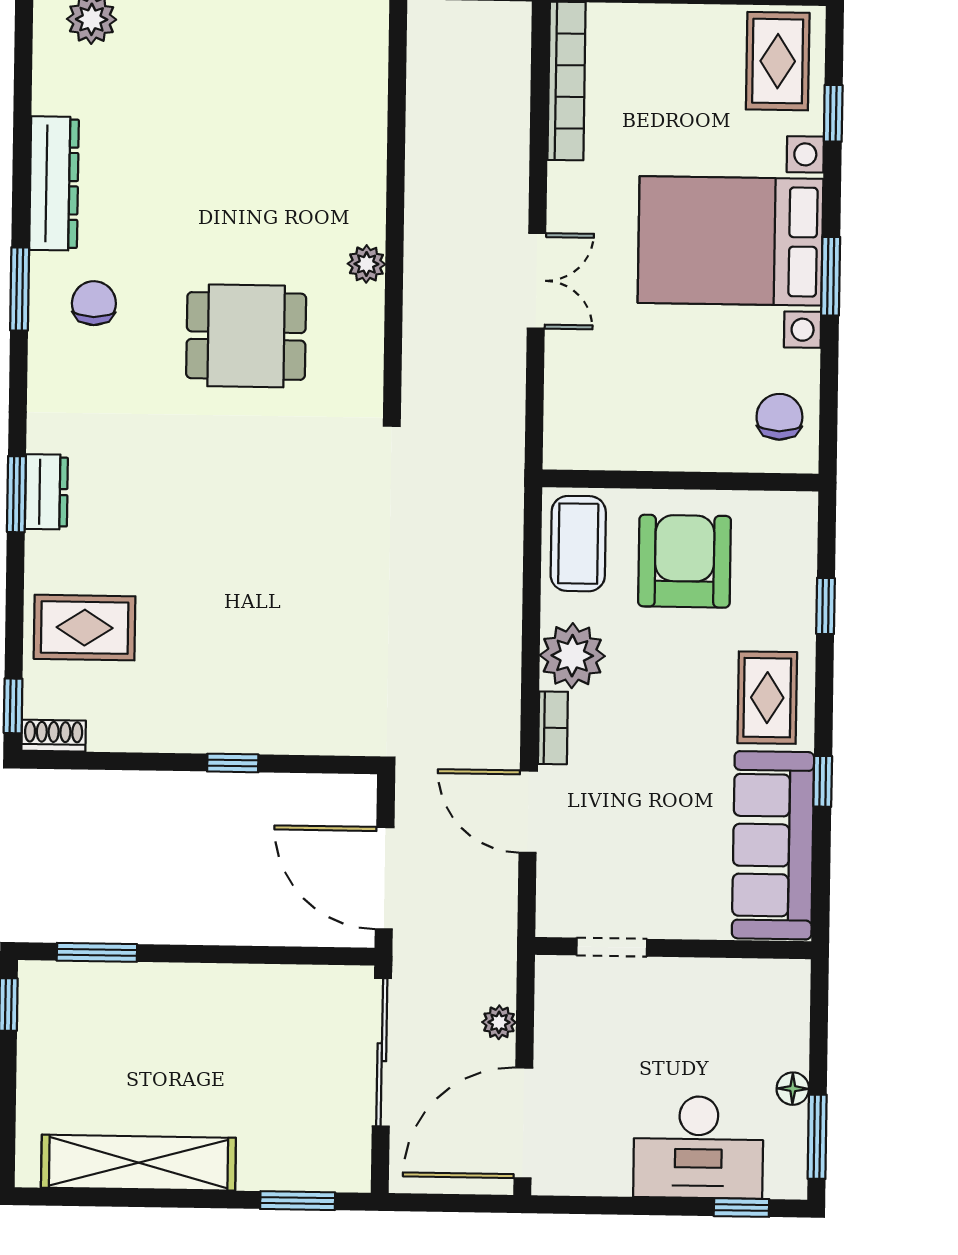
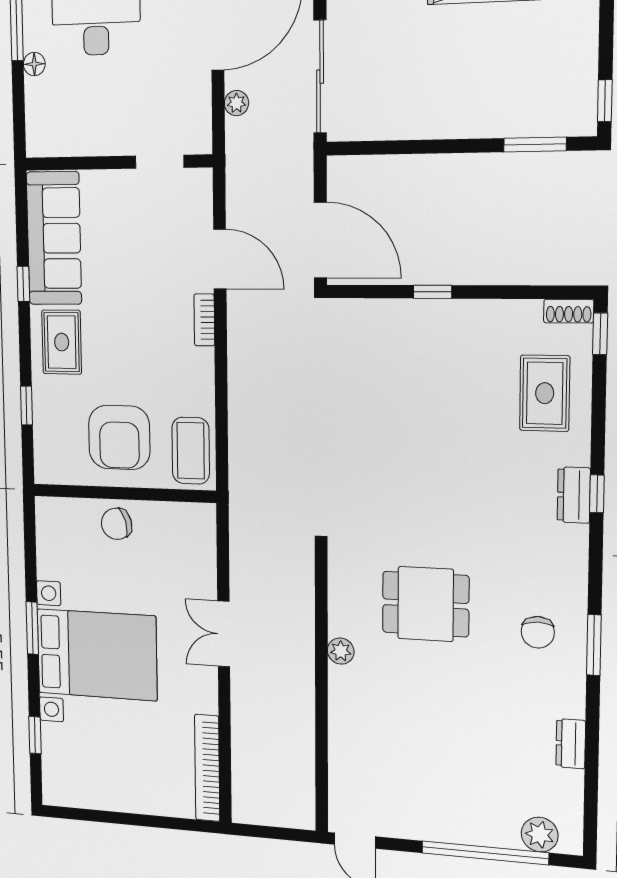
rug: (778, 61) -> (71, 771), removed
dresser: (54, 183) -> (571, 744), width x0.51, depth x0.80
chair: (779, 417) -> (117, 524), moved, turned 74
window: (16, 494) -> (597, 494), width x0.67
rug: (85, 628) -> (545, 393), turned 90
plant: (572, 656) -> (193, 372), removed
door: (385, 878) -> (320, 240), moved

